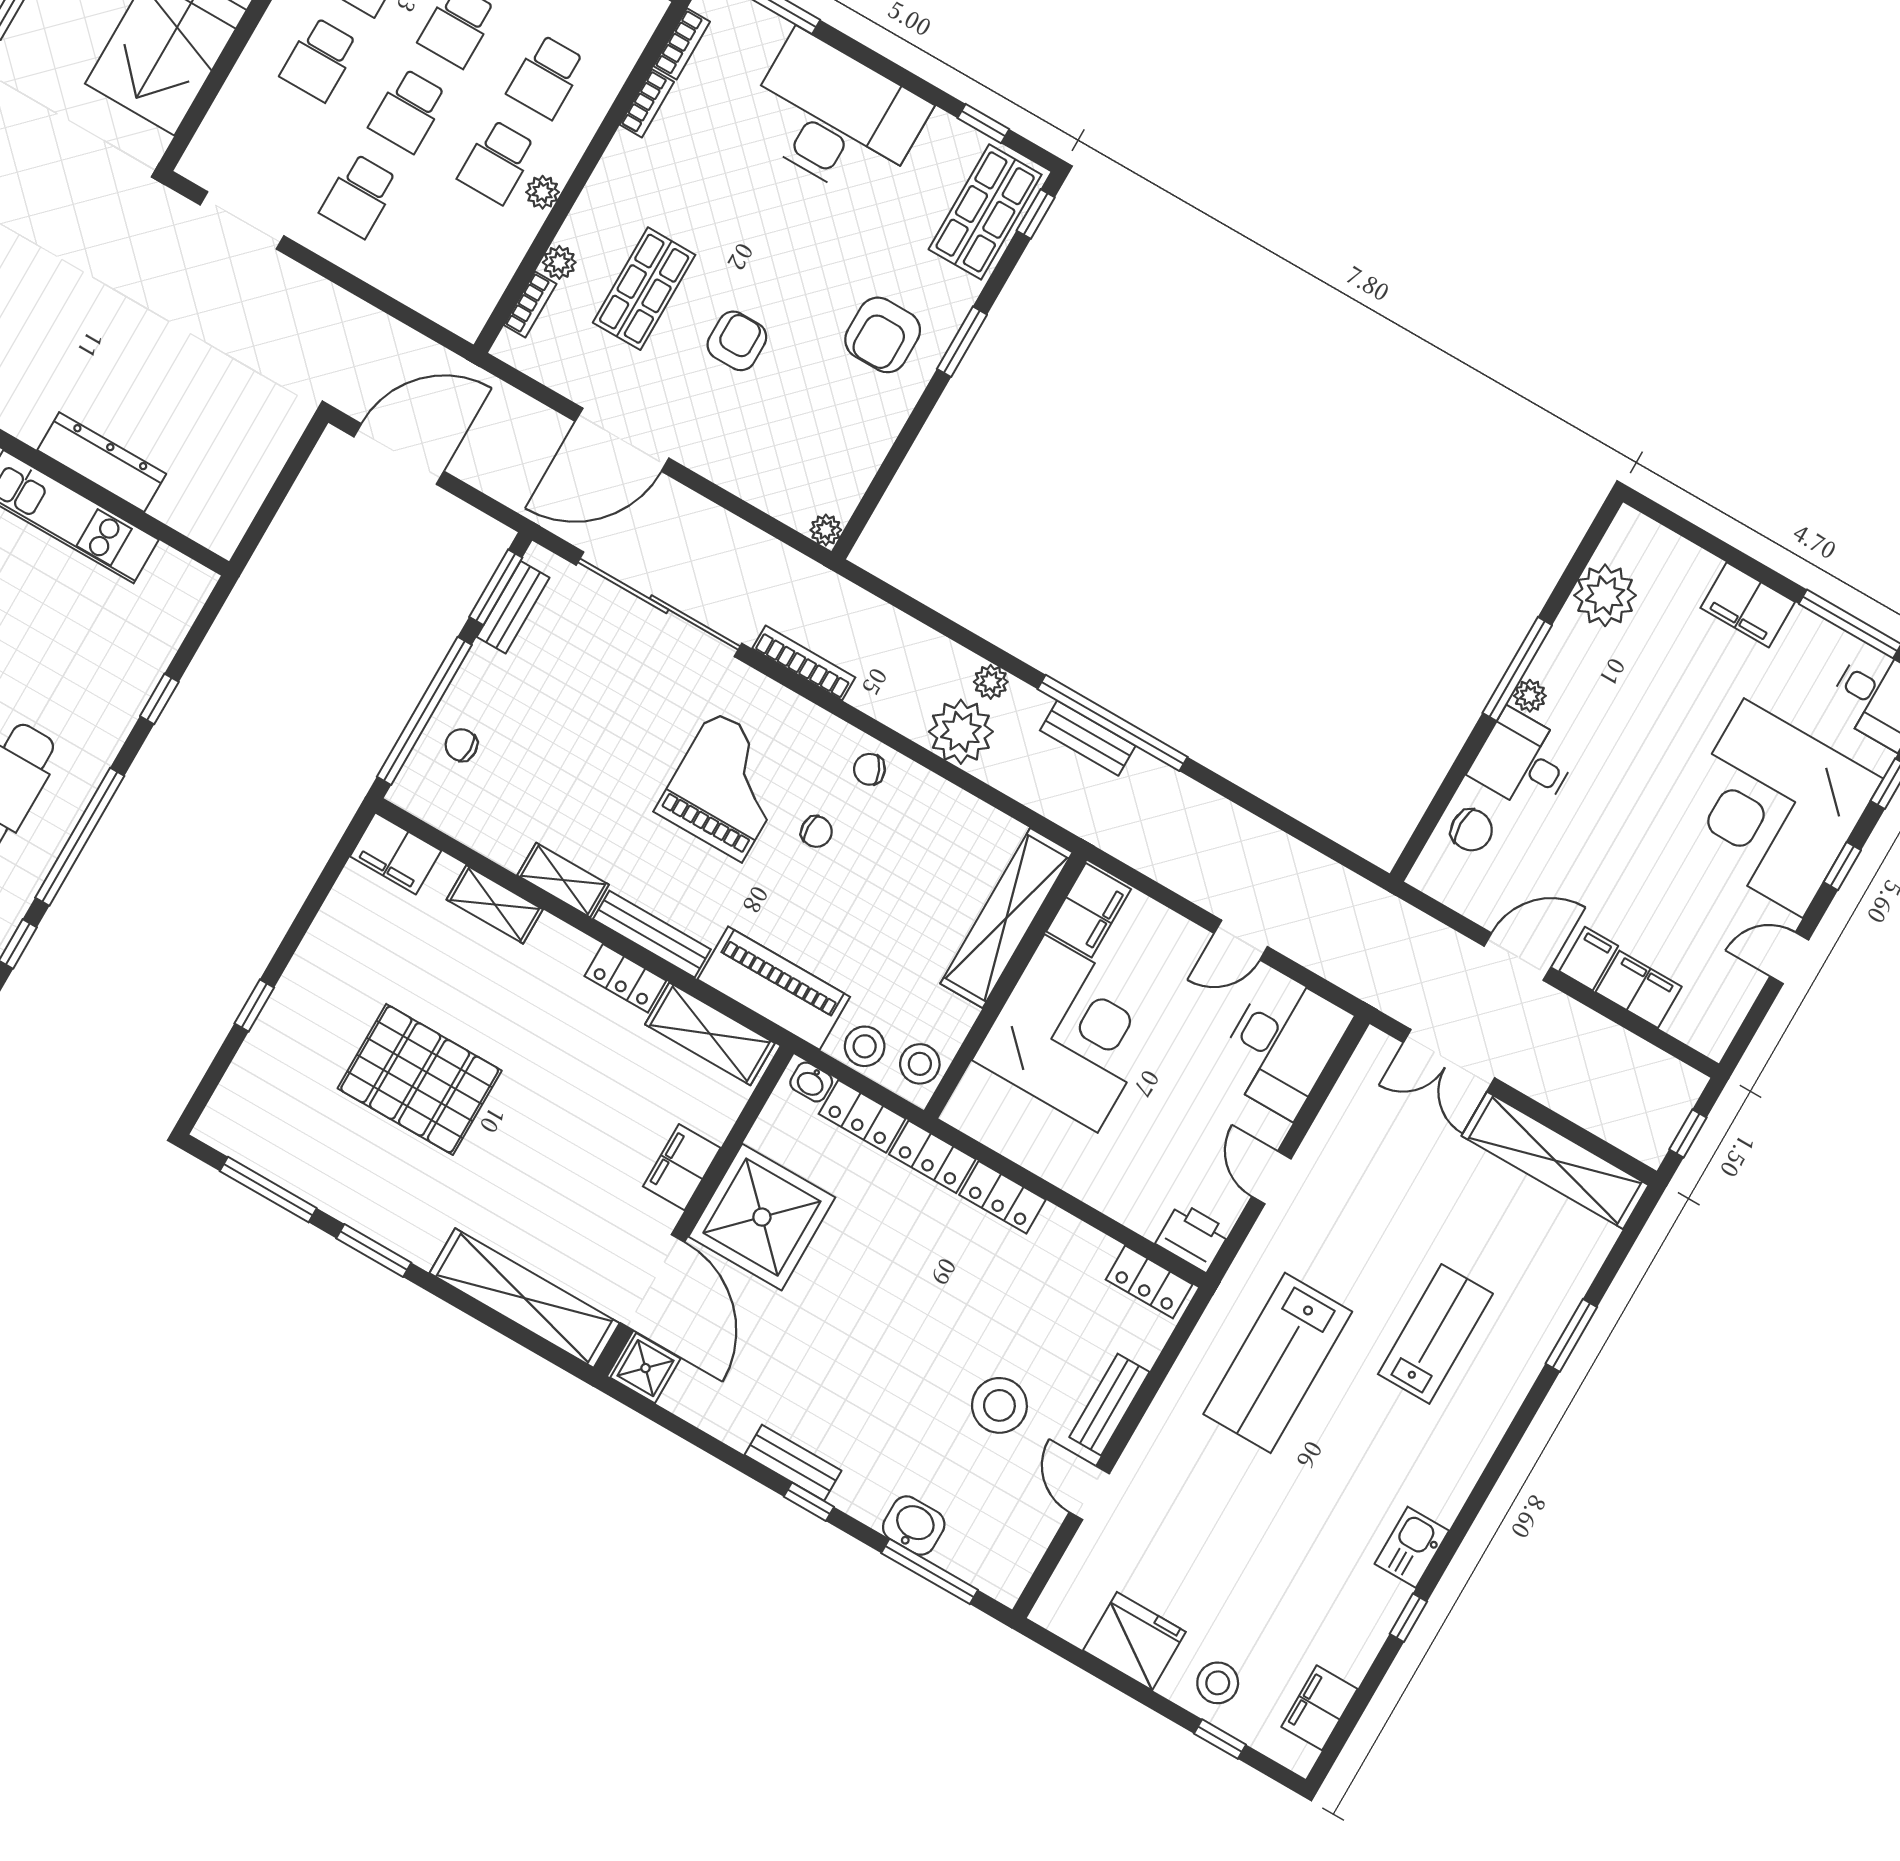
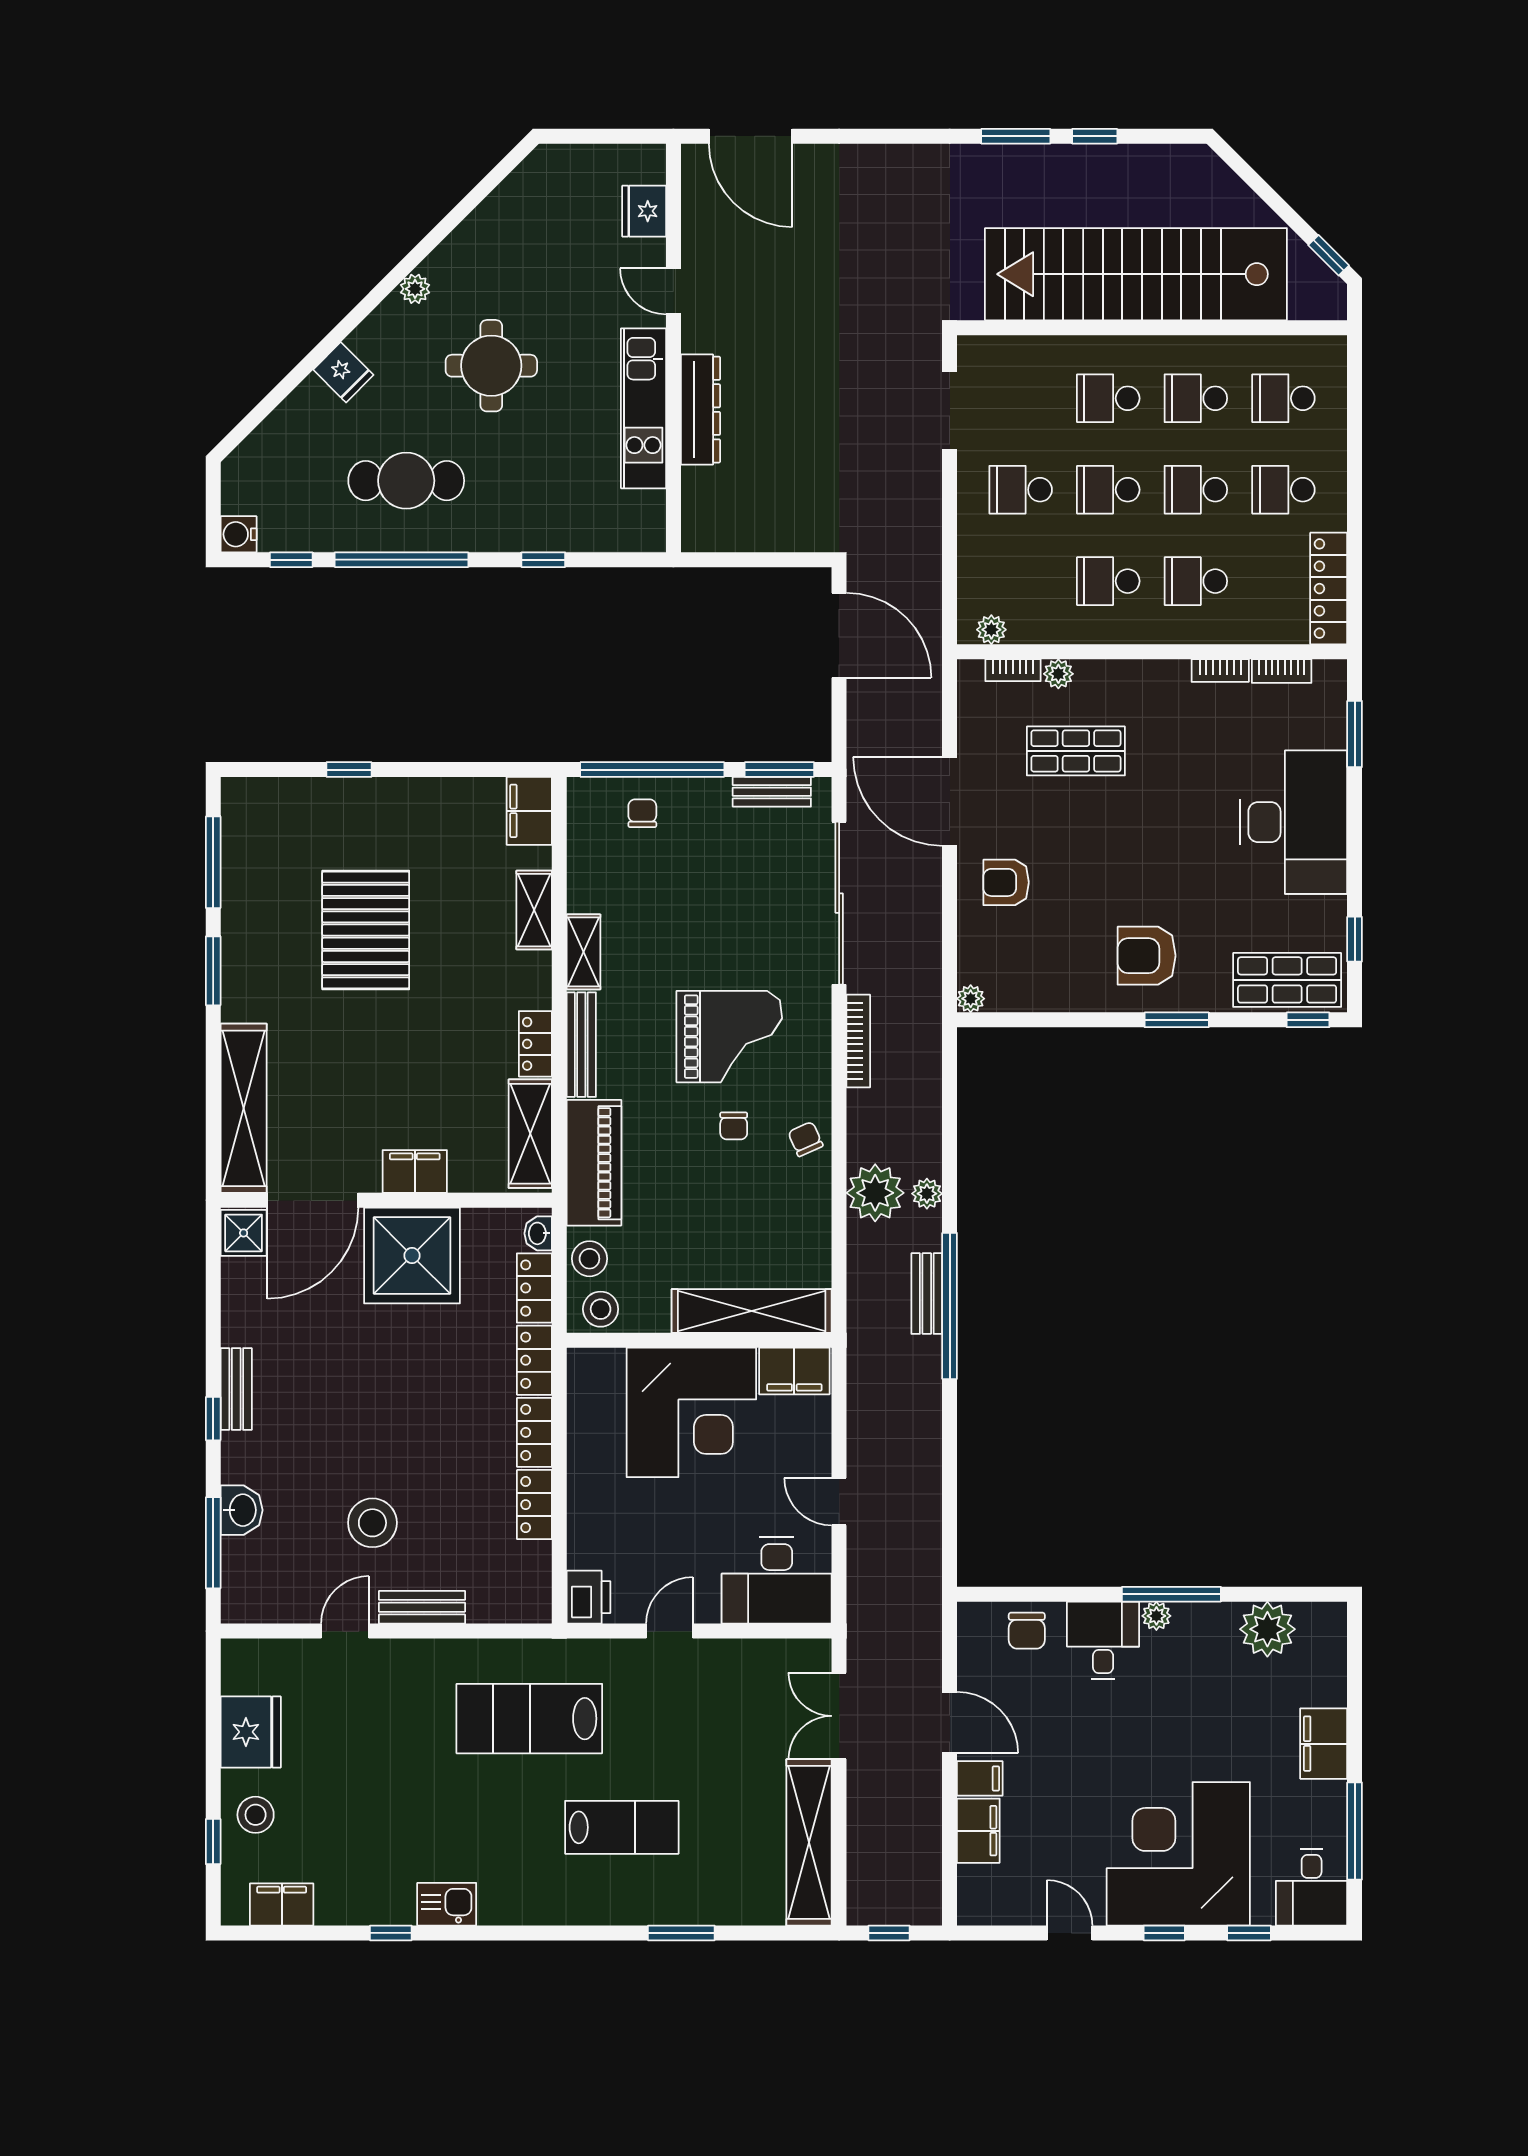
plant: (543, 192) -> (991, 630), moved
armchair: (737, 341) -> (1006, 882), moved, turned 180
locker: (1149, 1282) -> (534, 1505), moved

